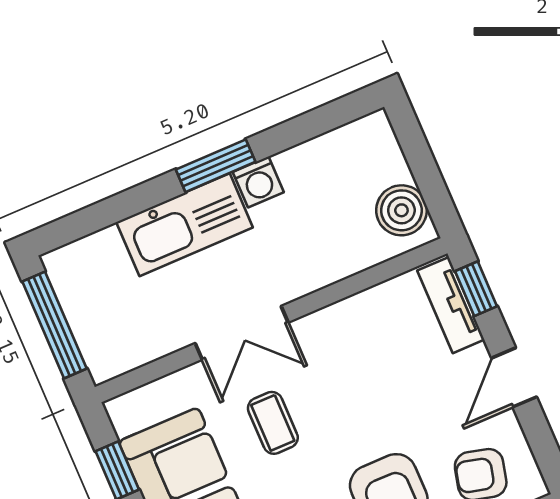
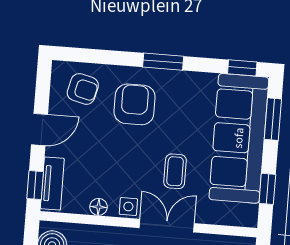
floor lamp: (361, 306) -> (98, 207), added
side table: (316, 331) -> (128, 207), added

